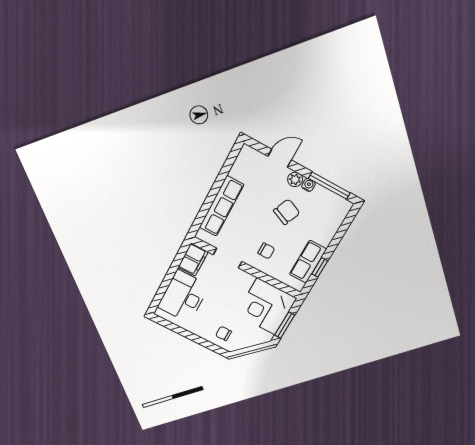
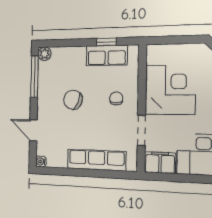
plant: (295, 179) -> (45, 54), moved
water cooler: (308, 185) -> (41, 161), moved
corner desk: (266, 307) -> (170, 90), moved, turned -90
window: (285, 325) -> (180, 40), removed

